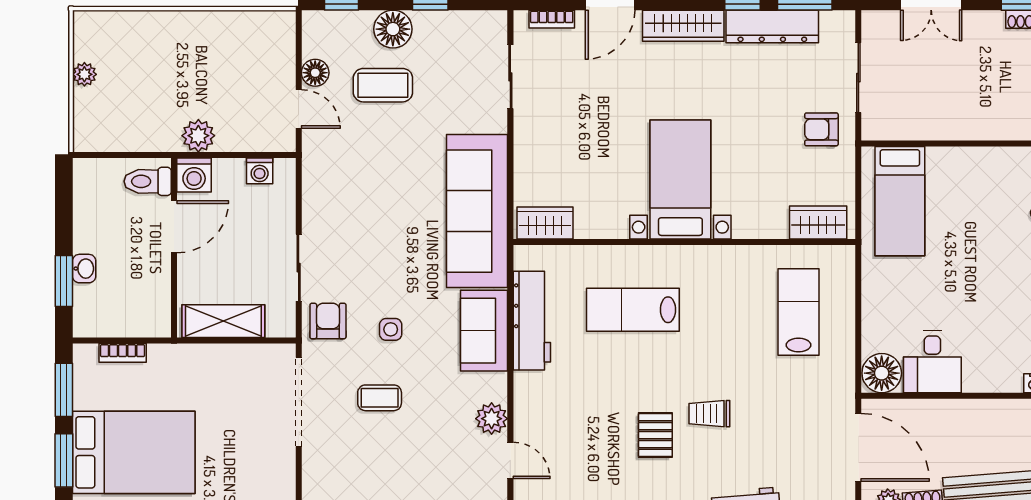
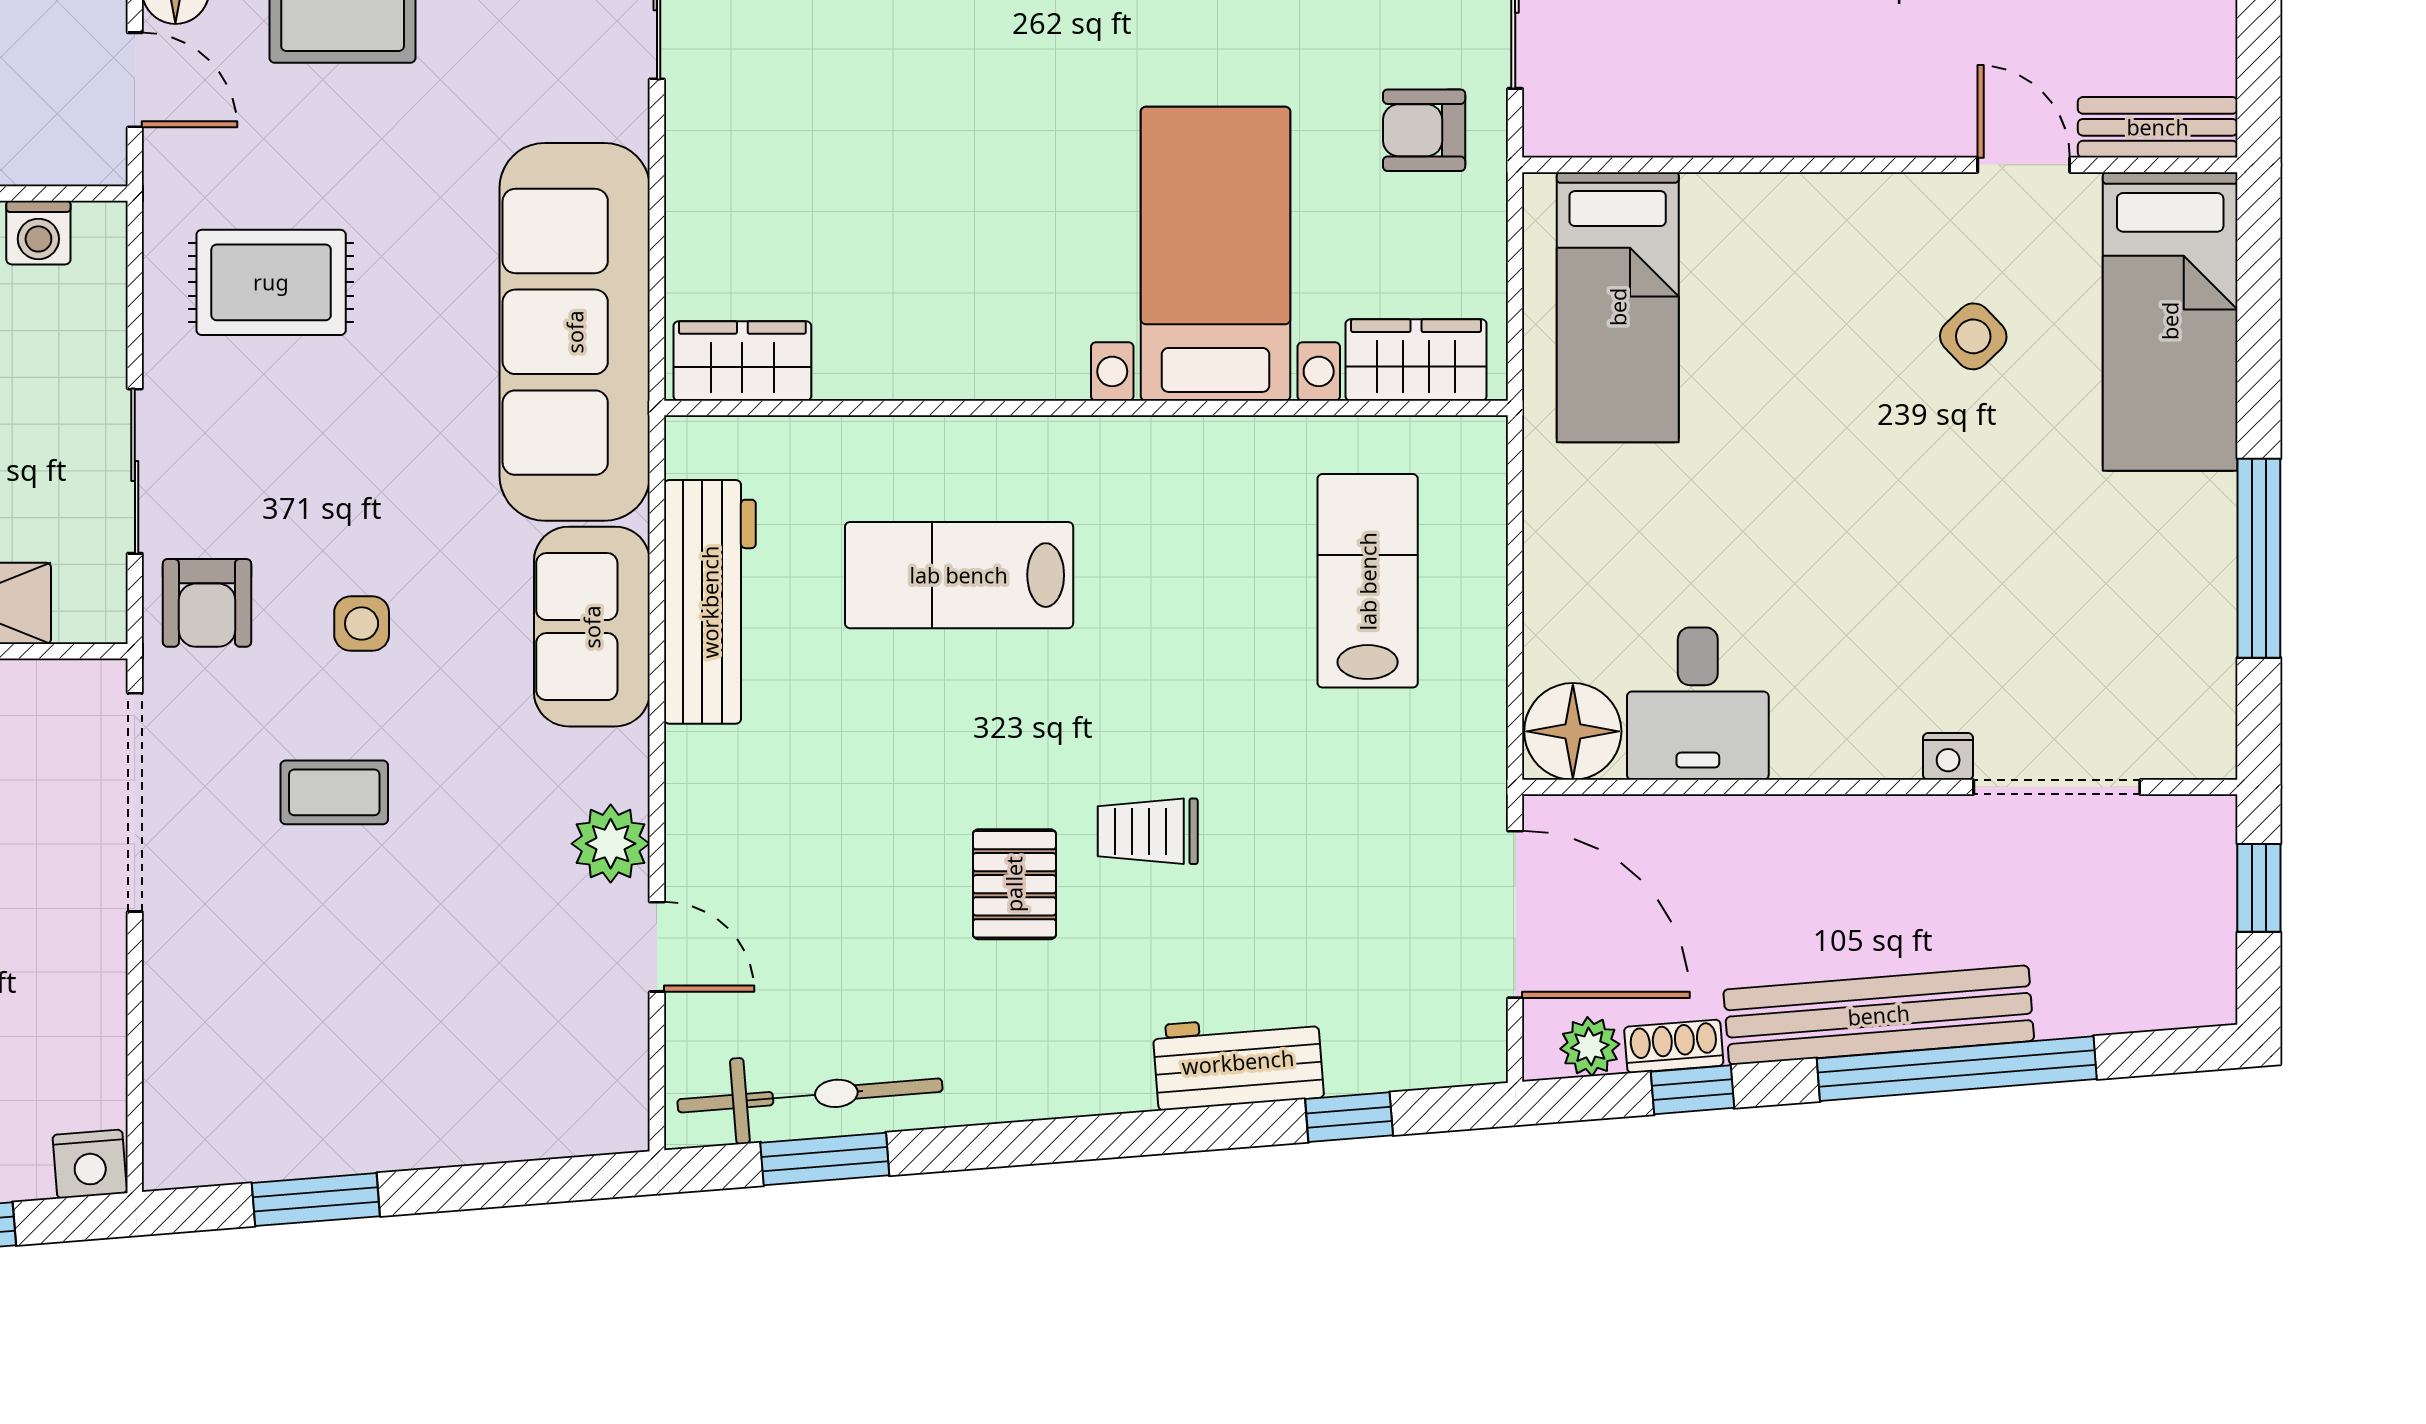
bed with nightstands: (680, 179) -> (1215, 254), moved
rug: (354, 191) -> (271, 282), added
armchair: (328, 321) -> (207, 603), turned 180

